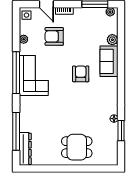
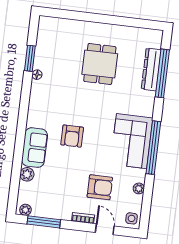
dining table: (77, 147) -> (100, 64), moved, turned 90
dresser: (25, 149) -> (151, 69), moved

